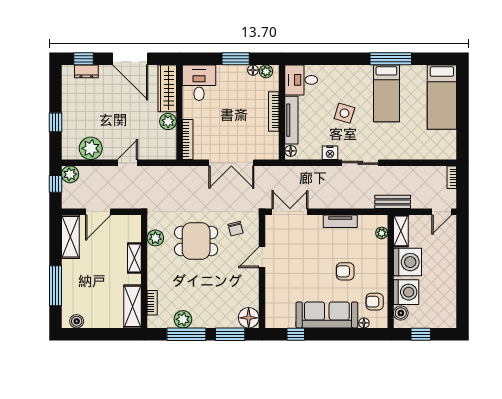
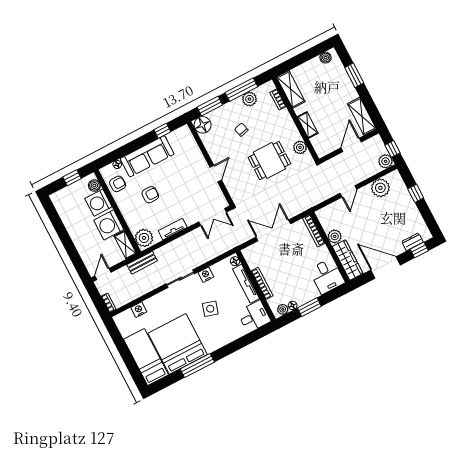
bed: (386, 93) -> (178, 344), width x2.04
nightstand: (423, 153) -> (139, 310), added
chair: (236, 229) -> (241, 130), moved
plant: (382, 233) -> (144, 238), width x1.88, depth x1.88
window: (55, 286) -> (354, 75), width x0.69

